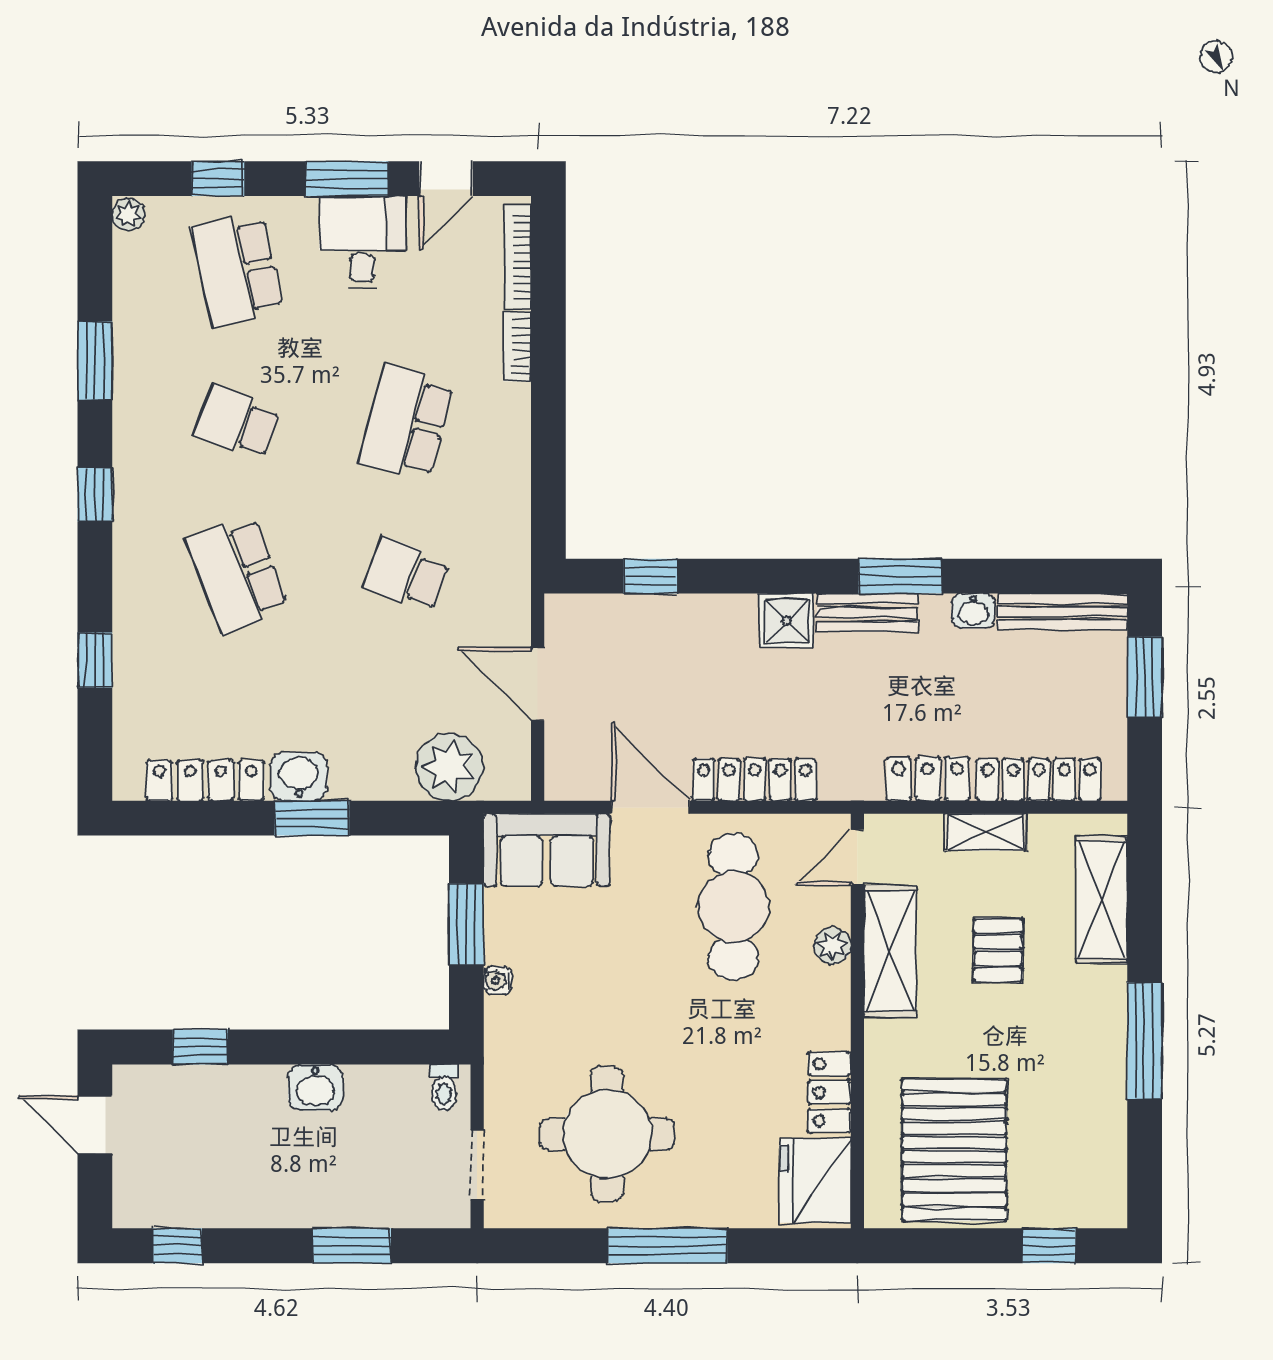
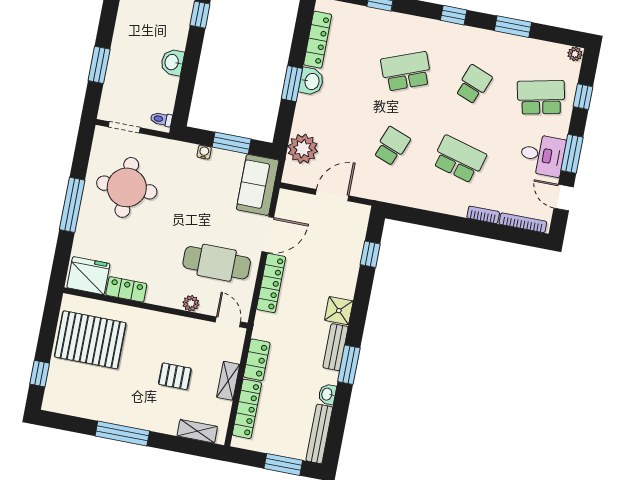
shelving: (1102, 900) -> (197, 431), width x0.67, depth x0.75
shelving: (890, 951) -> (184, 328), removed

